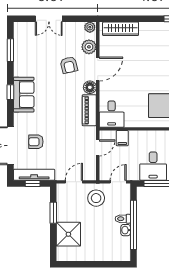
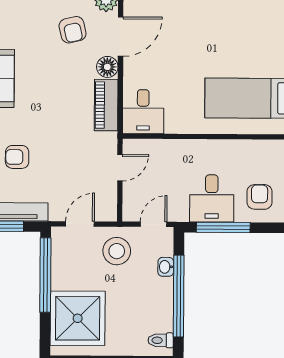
filing cabinet: (122, 138) -> (161, 152), removed
window: (53, 213) -> (45, 275), width x2.11
toilet: (123, 219) -> (161, 340), moved
washbasin: (126, 230) -> (166, 267), moved
shower: (68, 234) -> (78, 318), width x1.37, depth x1.37

